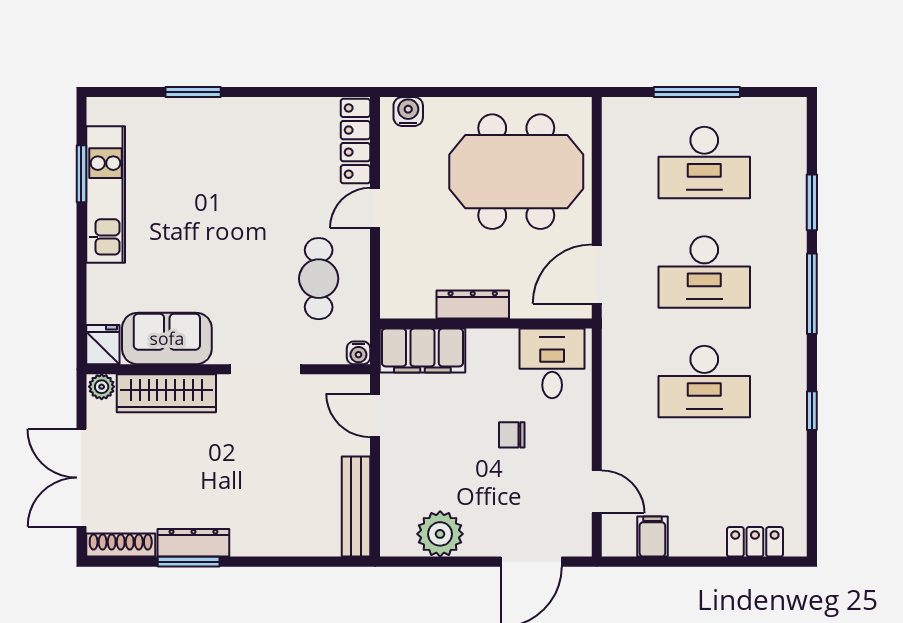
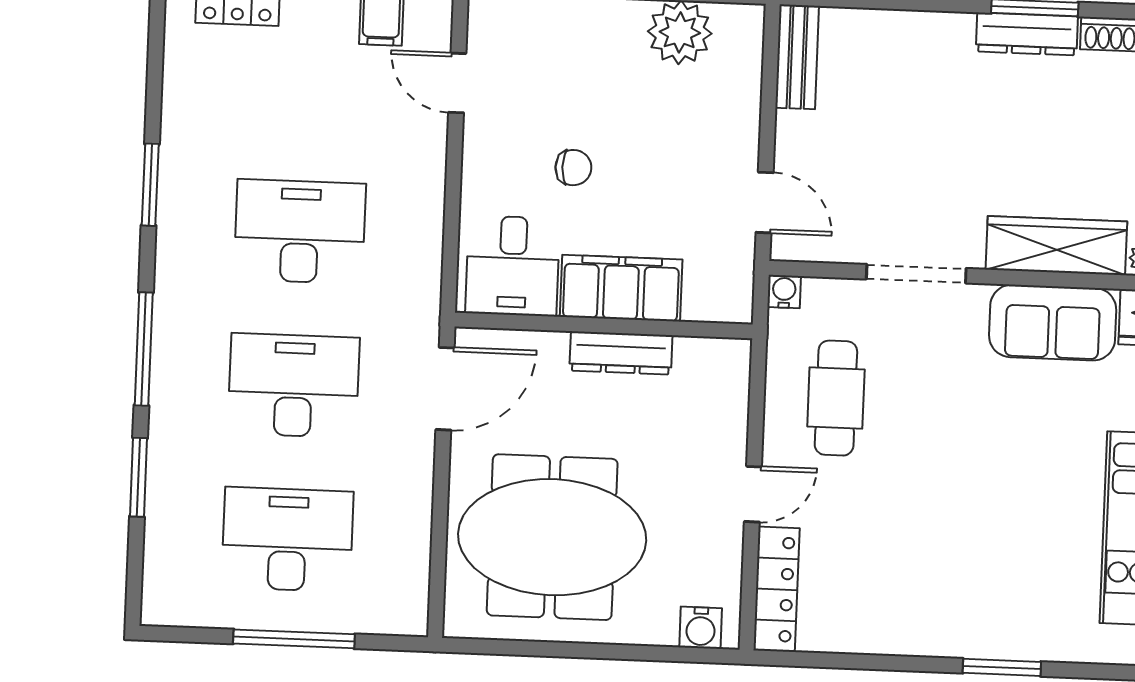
filing cabinet: (422, 351) -> (621, 288), moved
window: (812, 411) -> (150, 185), width x1.50
bench: (356, 507) -> (797, 57), width x0.73

